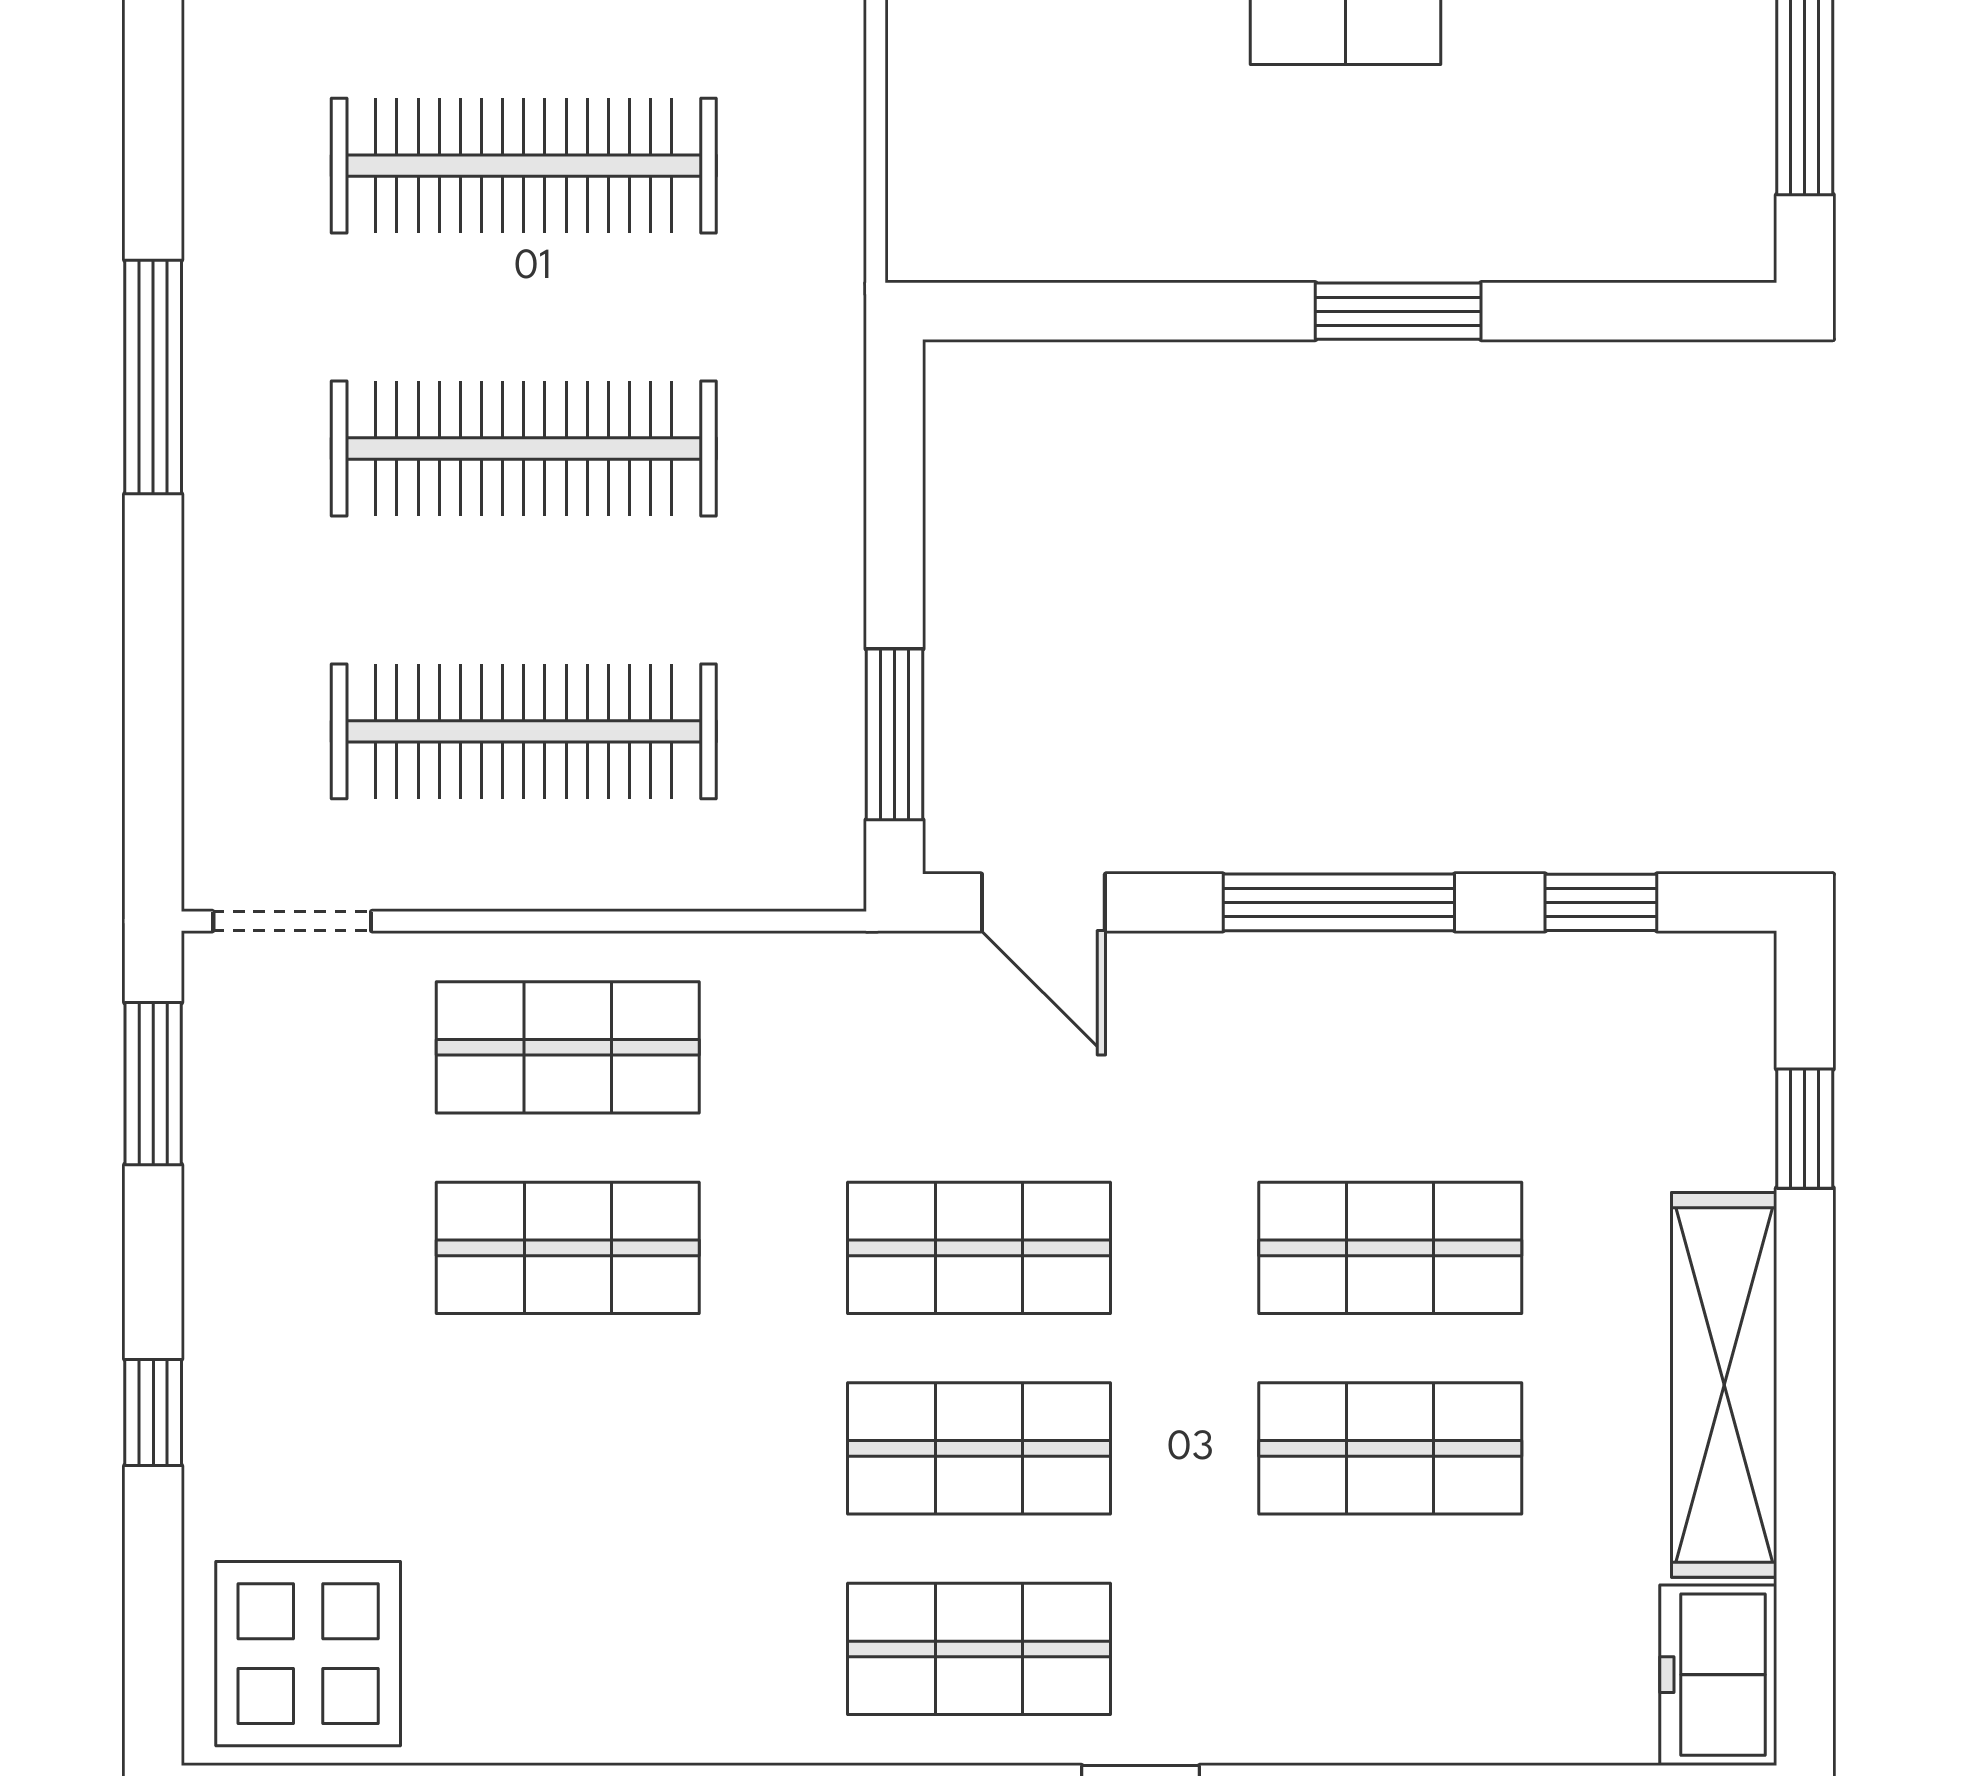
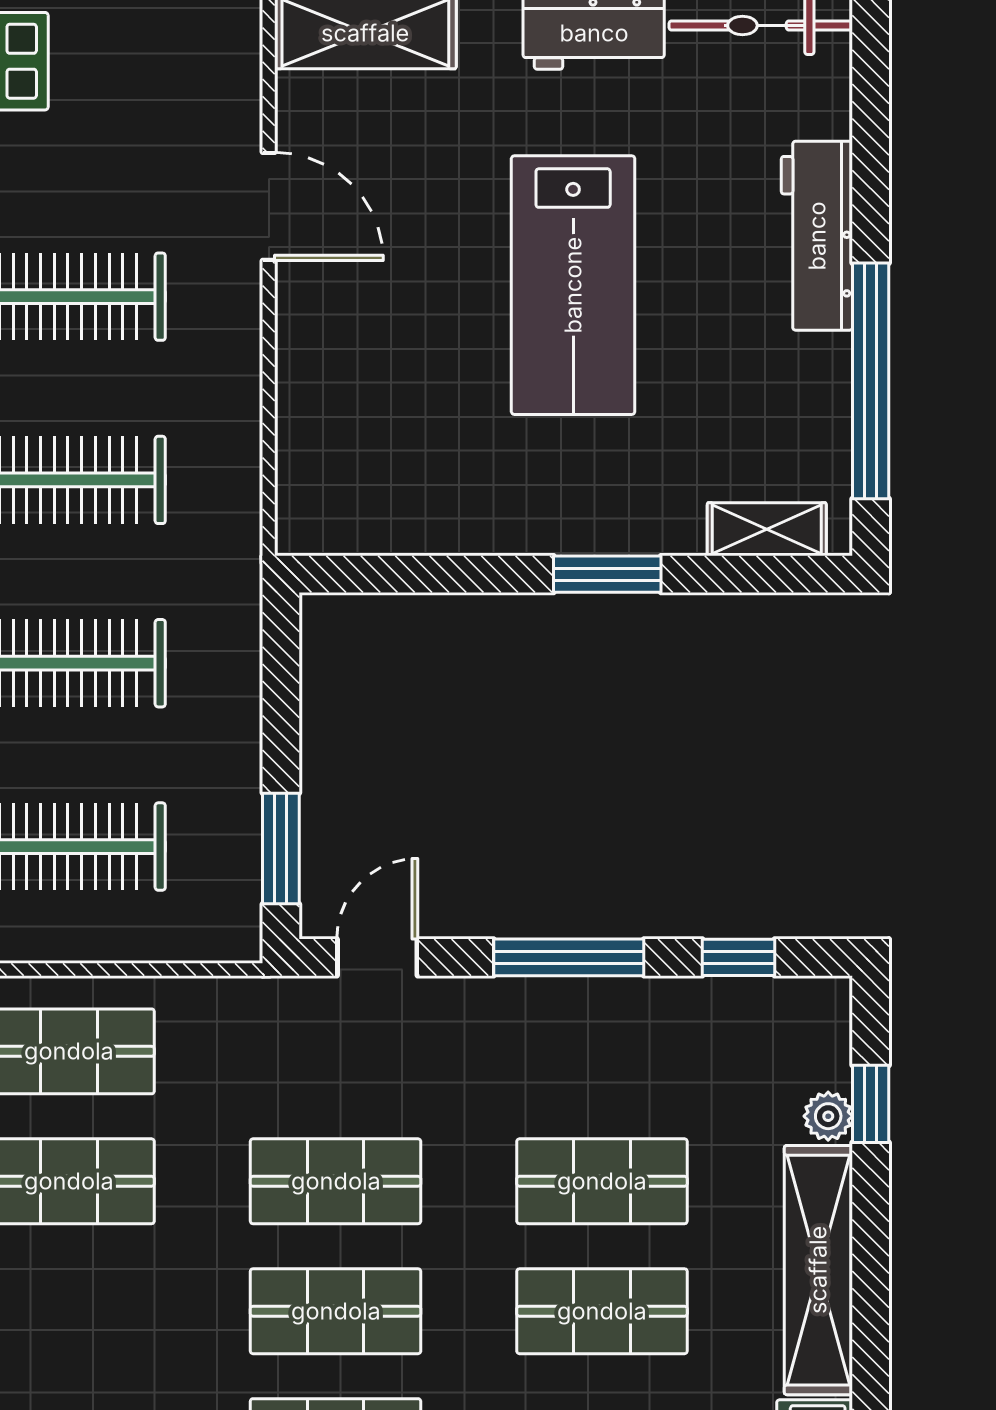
shelving: (1644, 242) -> (767, 529), added
door: (1043, 902) -> (377, 957), swing flipped
plant: (1739, 1147) -> (828, 1116), added

